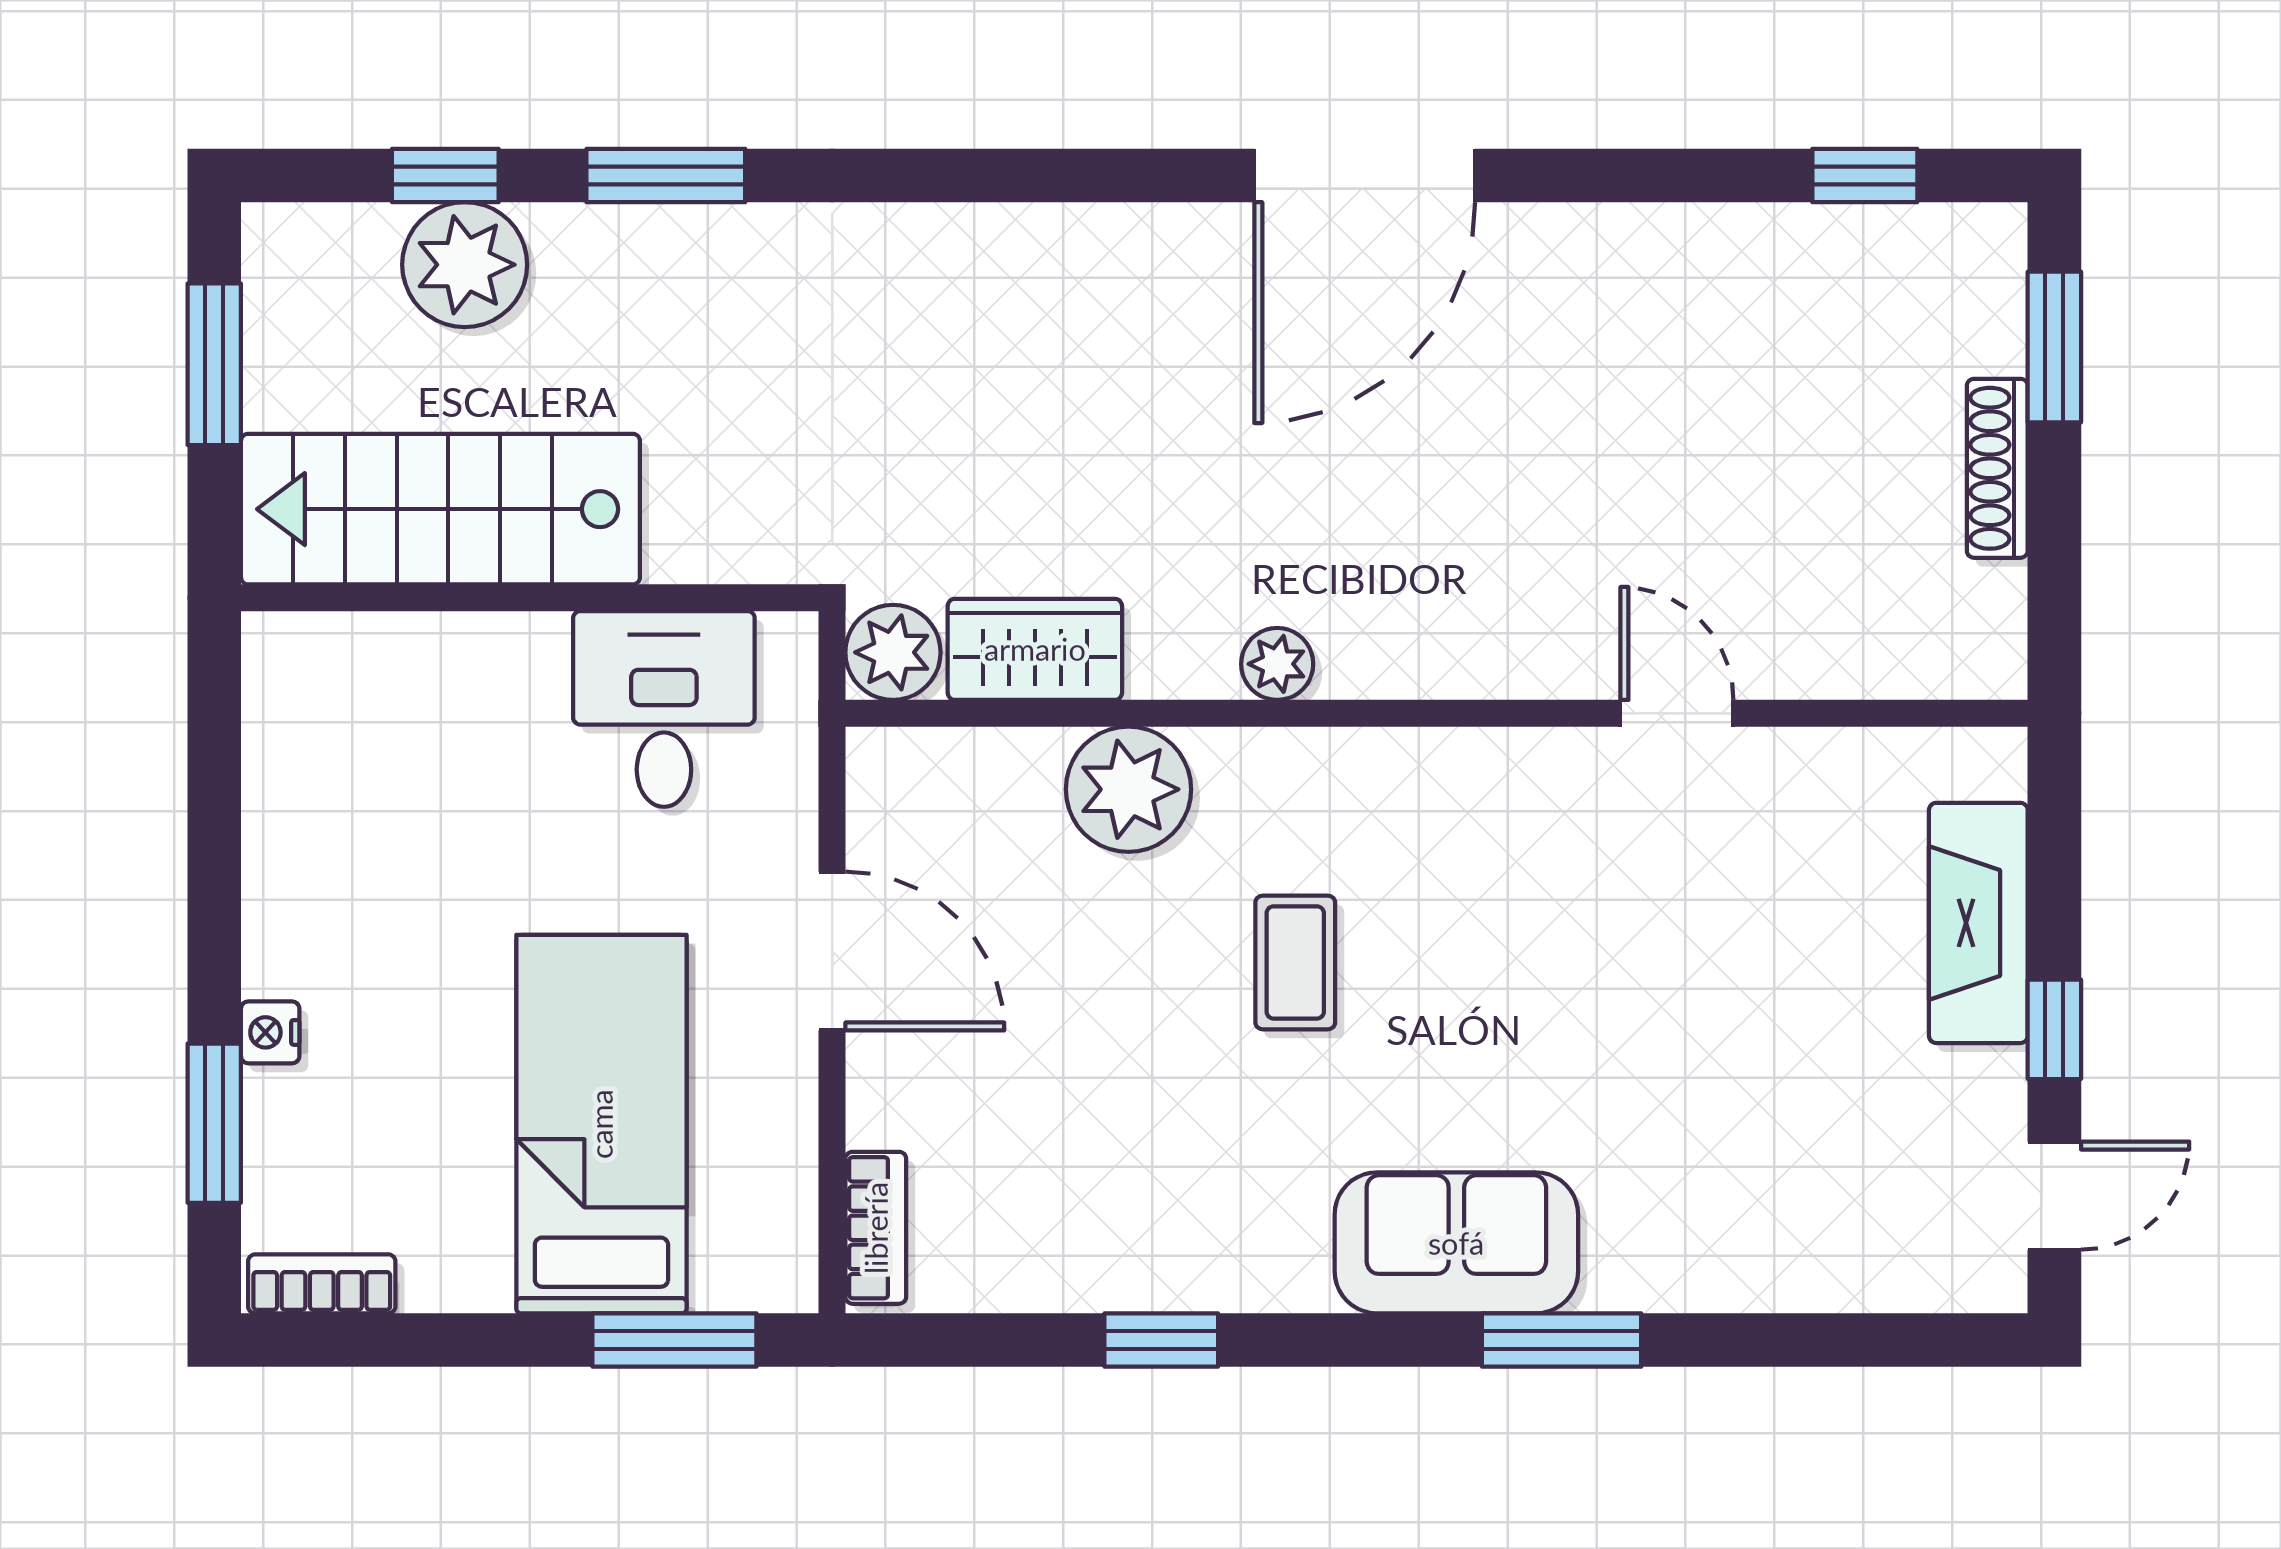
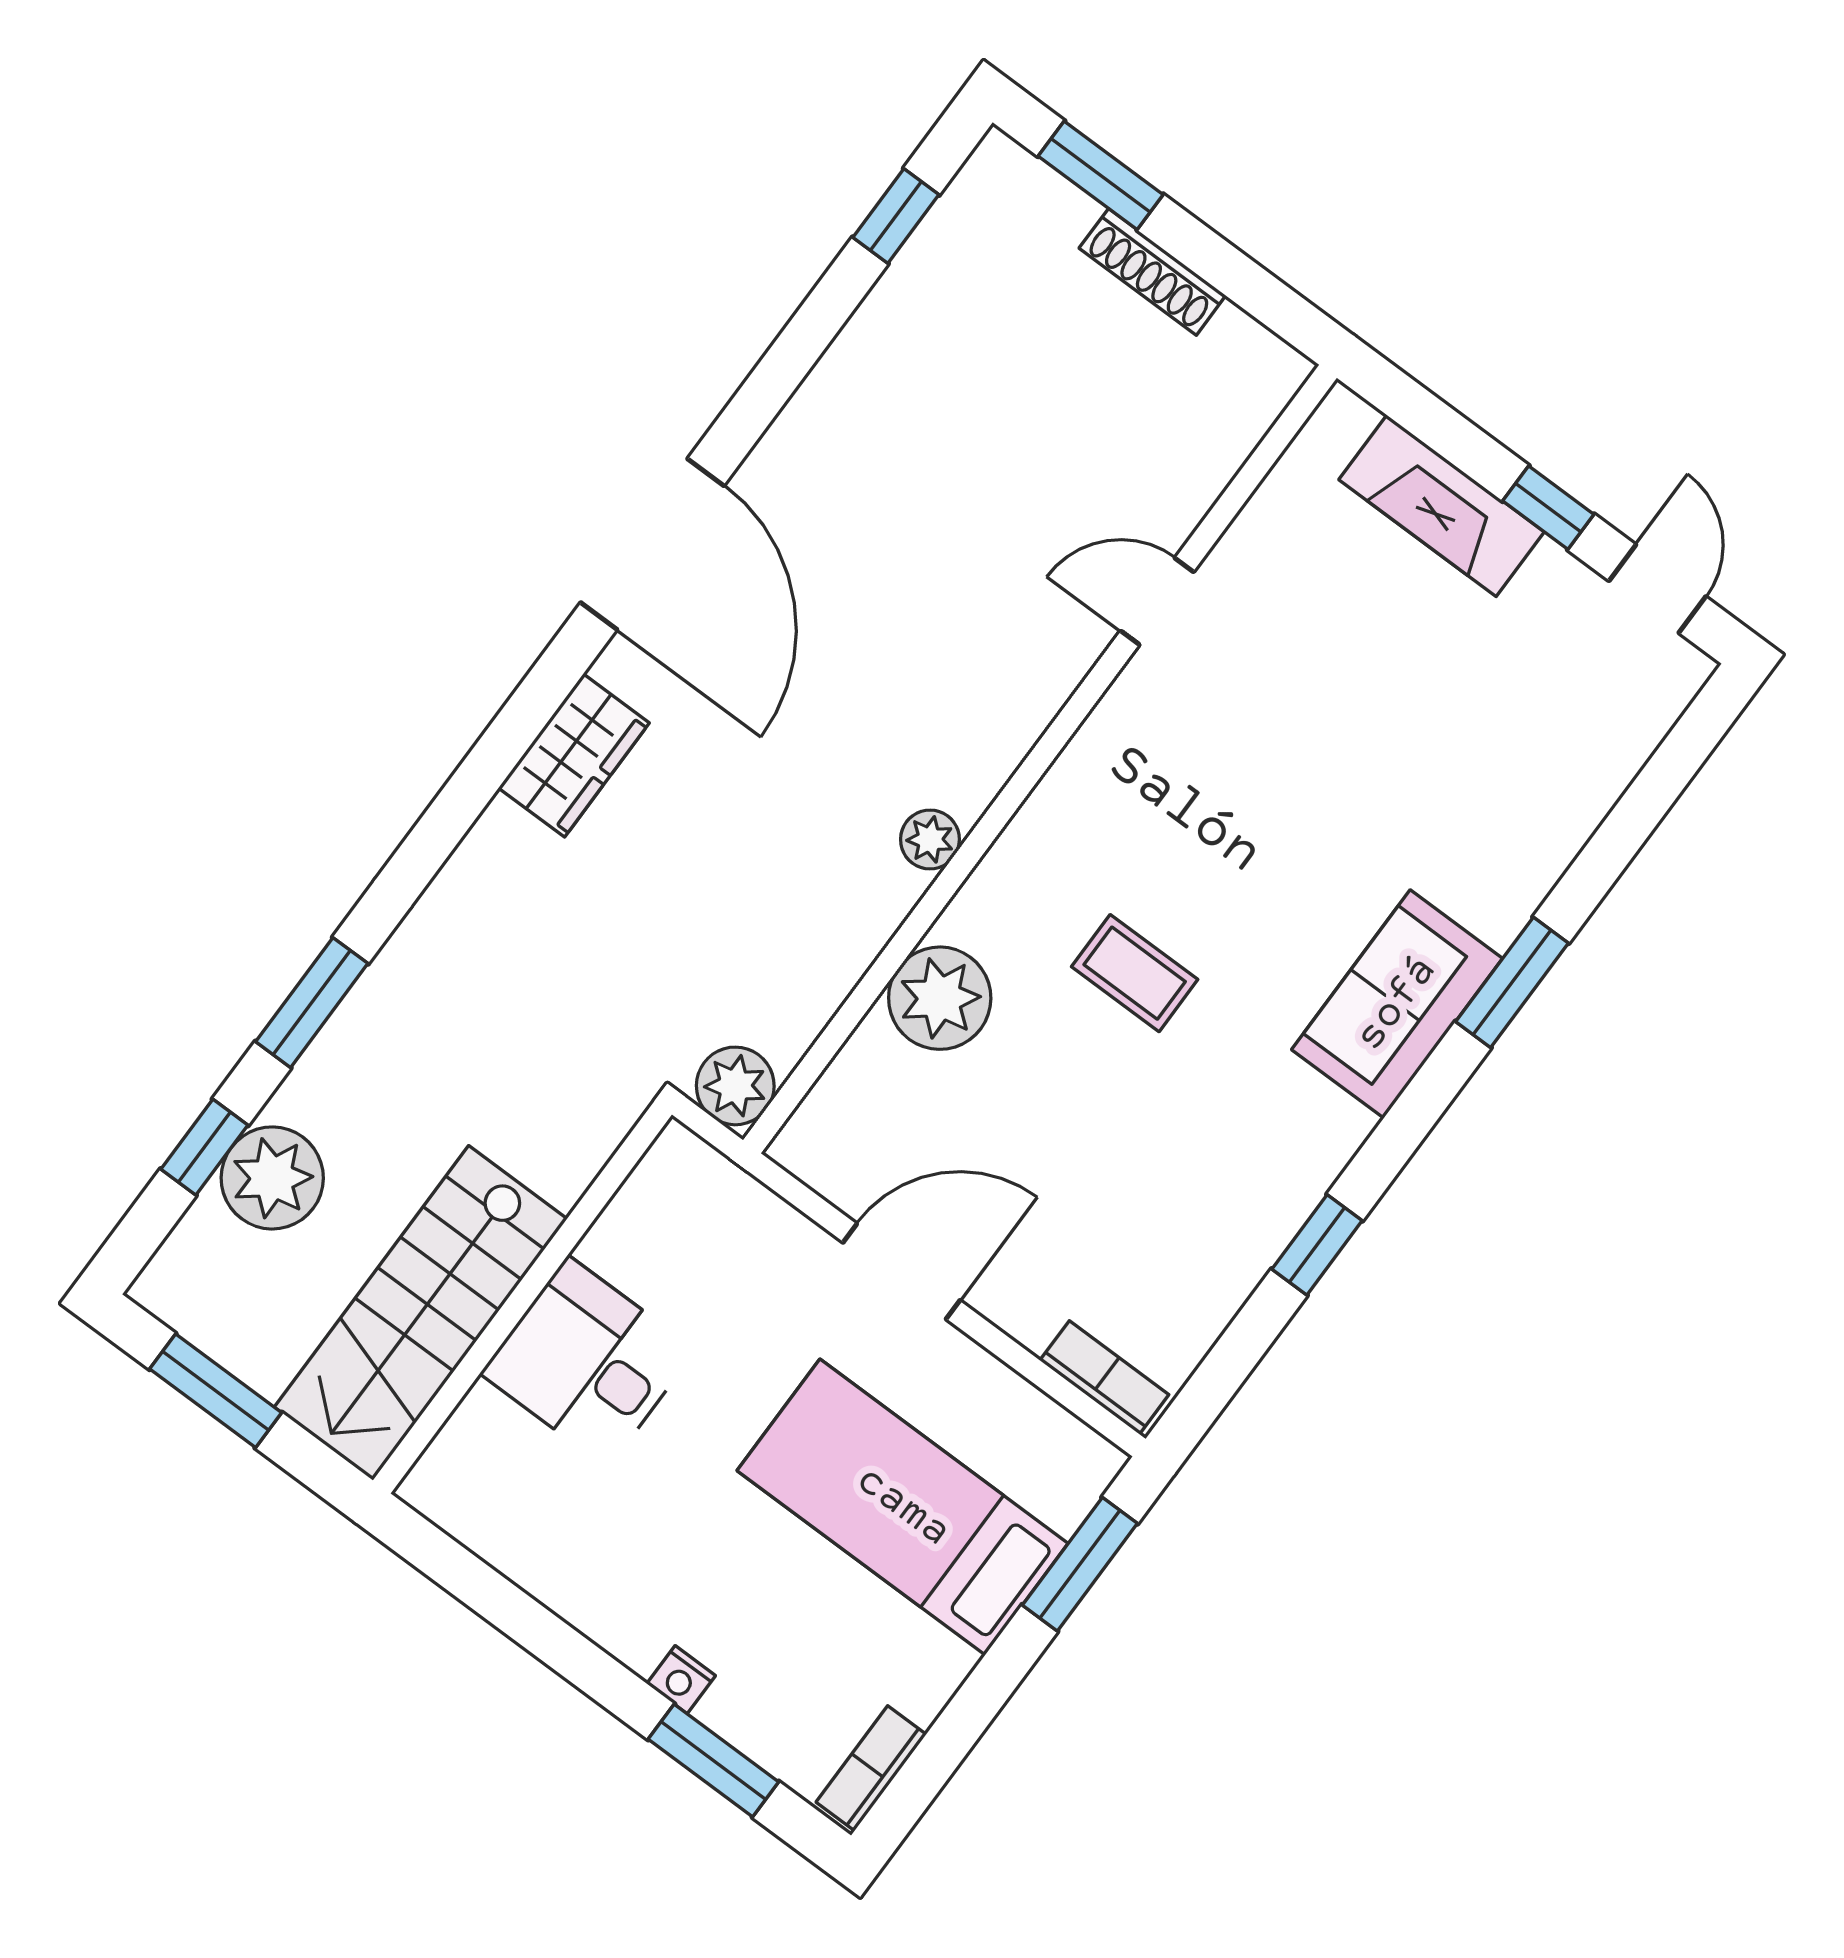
wardrobe: (1035, 649) -> (574, 755), moved, turned 180
desk: (664, 709) -> (588, 1362), moved

